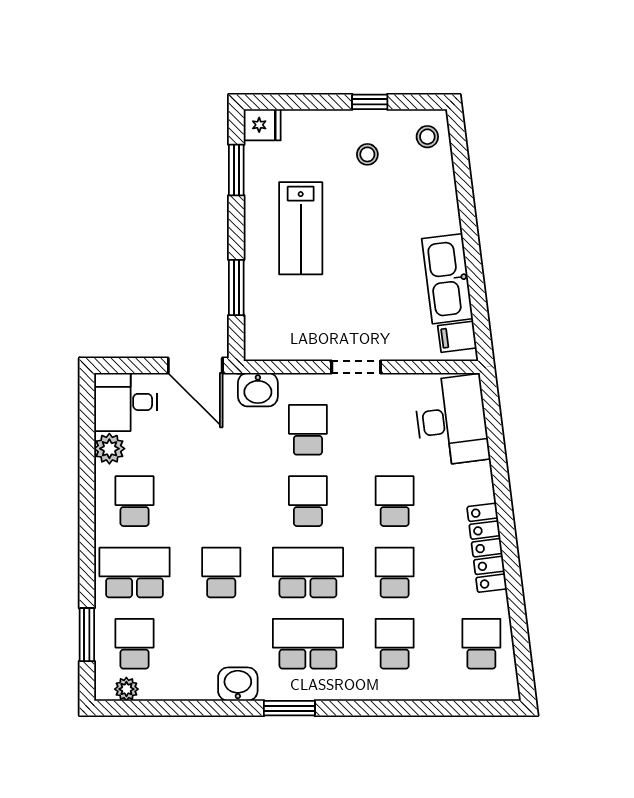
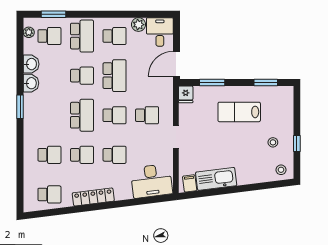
fridge: (262, 125) -> (186, 94), moved
washbasin: (258, 390) -> (31, 64), moved, turned 180
school desk: (308, 644) -> (115, 76), moved

